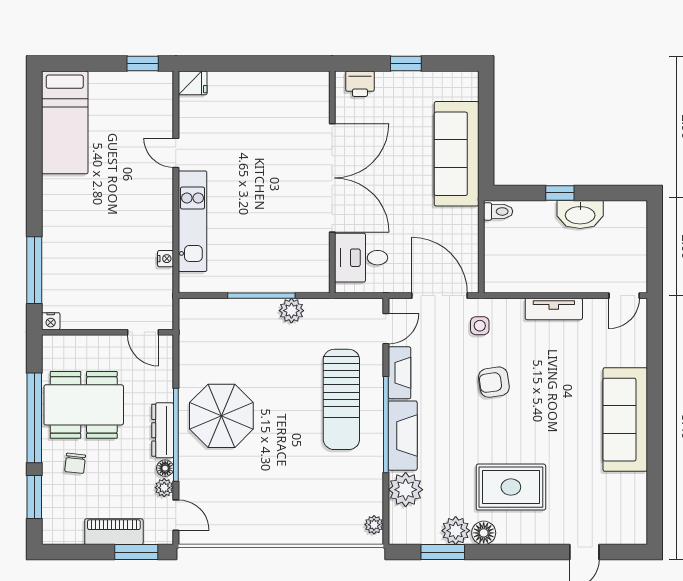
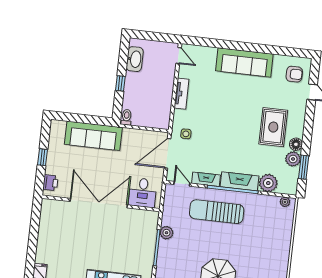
washbasin: (580, 214) -> (135, 59), moved
armchair: (494, 382) -> (294, 74), moved, turned -82
sun lounger: (341, 399) -> (217, 212), turned 180

